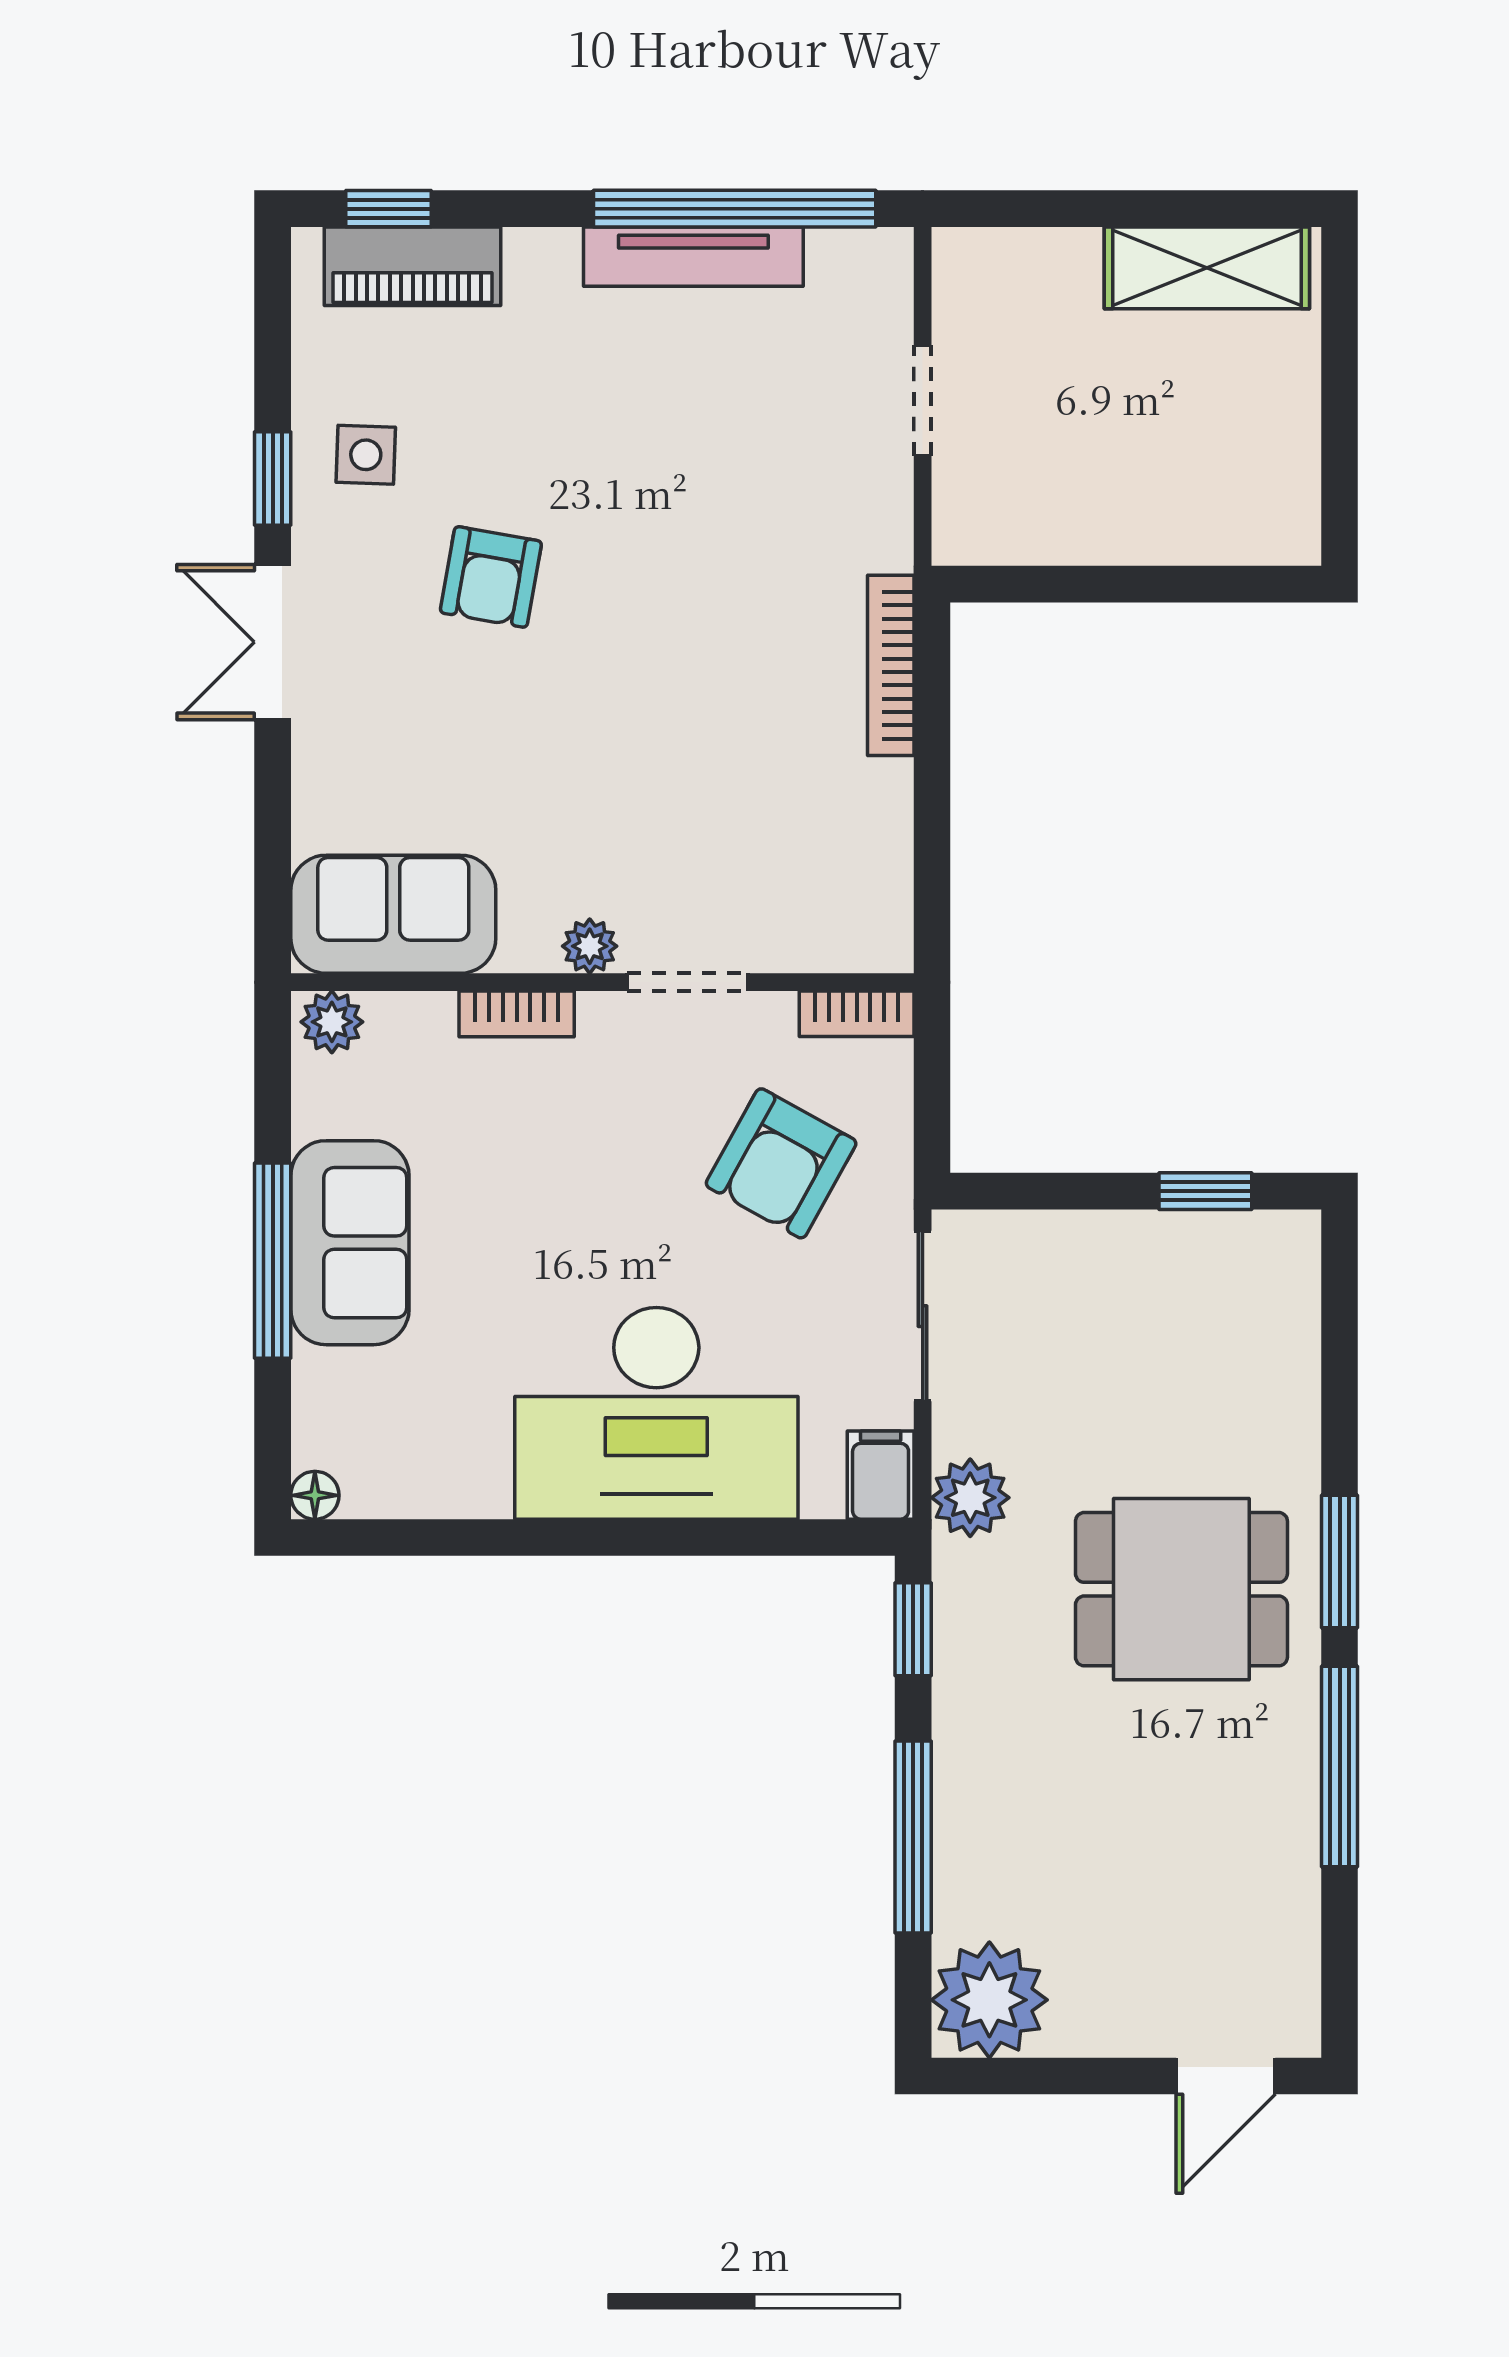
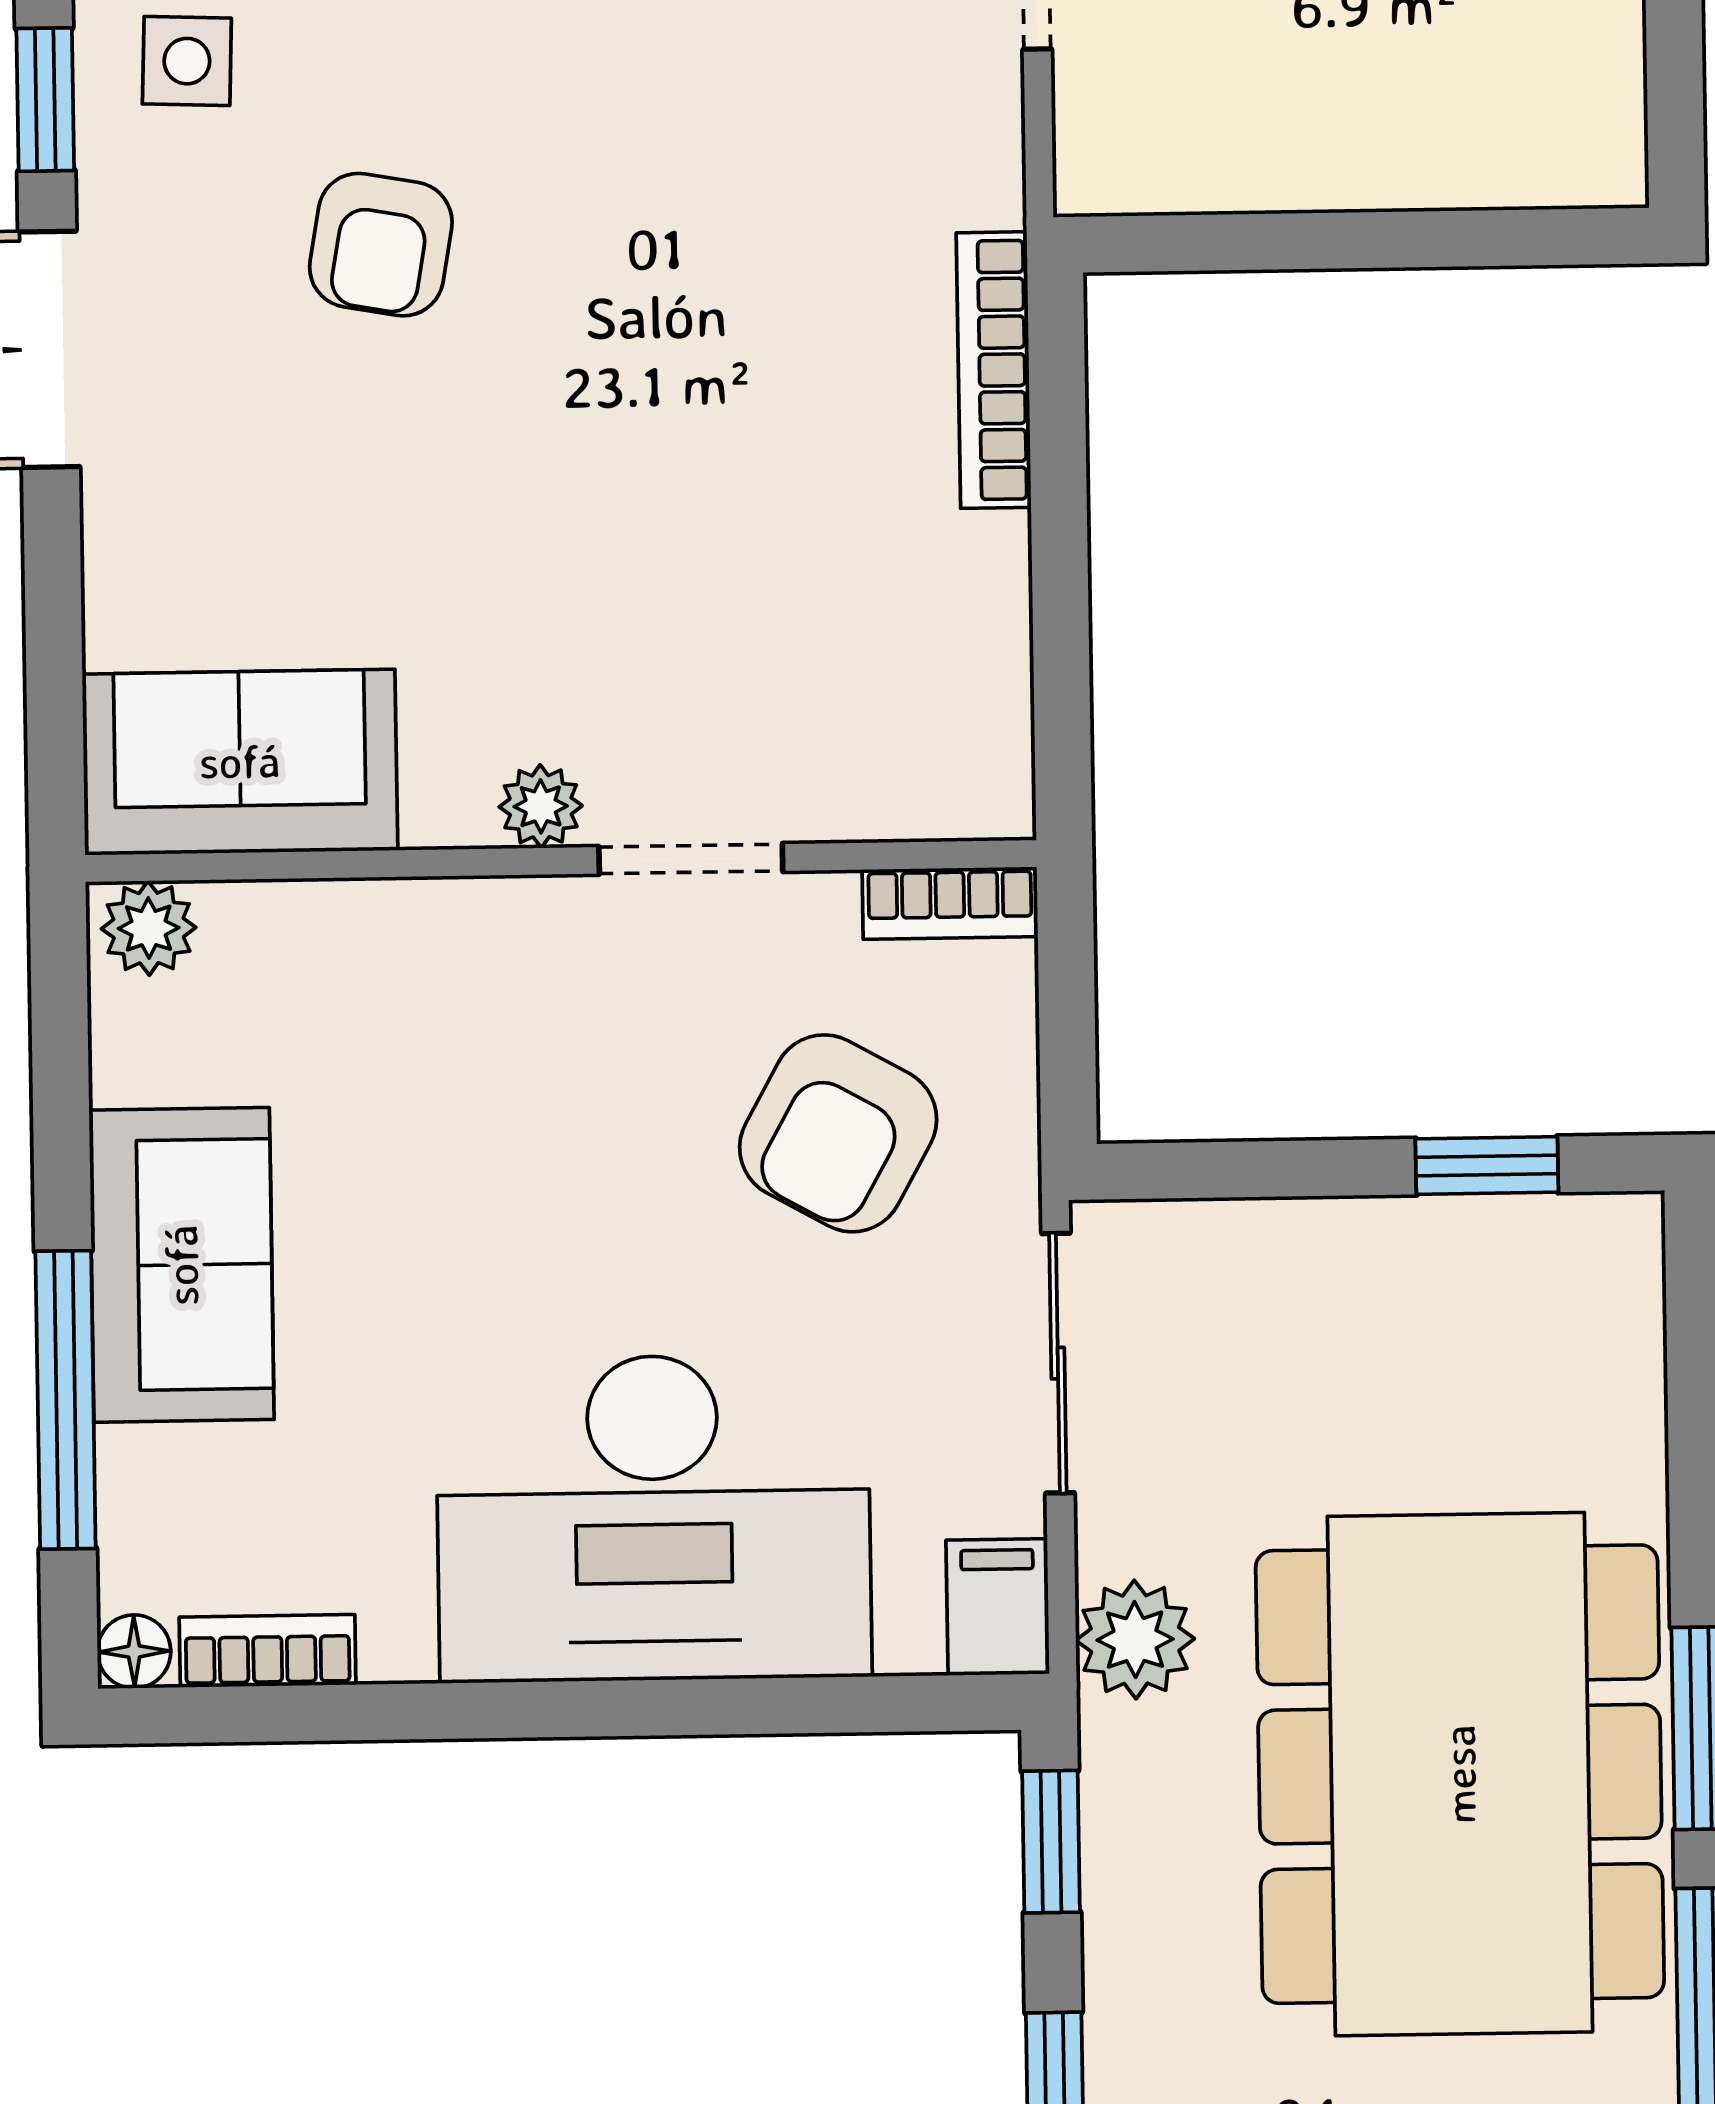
bookcase: (517, 1014) -> (268, 1651), moved, turned 180
window: (273, 1261) -> (66, 1400), moved
dining table: (1181, 1589) -> (1460, 1774), width x1.88, depth x1.24

